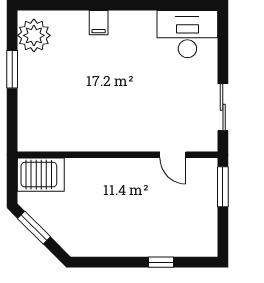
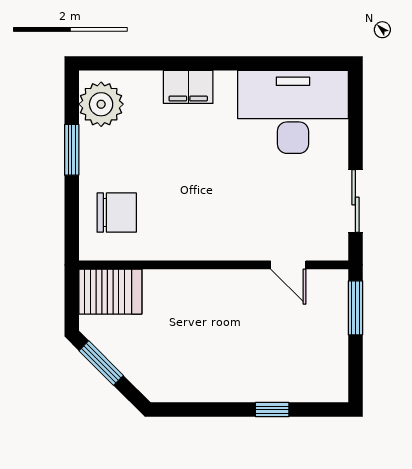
filing cabinet: (99, 23) -> (188, 87), width x2.00
desk: (187, 34) -> (293, 112), width x1.36, depth x1.30
chair: (45, 116) -> (117, 213), added

